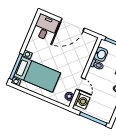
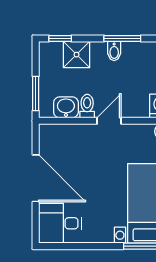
door: (81, 84) -> (109, 121), moved

